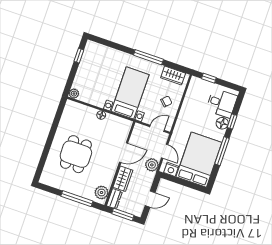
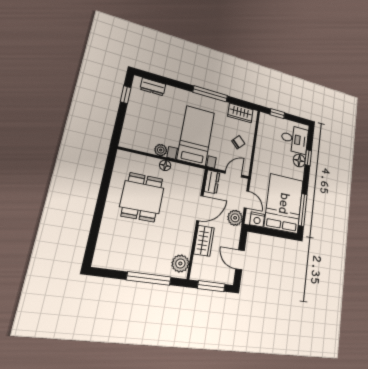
dresser: (101, 50) -> (153, 87), added
plant: (74, 94) -> (161, 150), moved
window: (222, 151) -> (303, 210), moved
dining table: (76, 154) -> (142, 197), moved
dresser: (114, 199) -> (212, 182), moved
door: (150, 199) -> (240, 260), swing flipped

